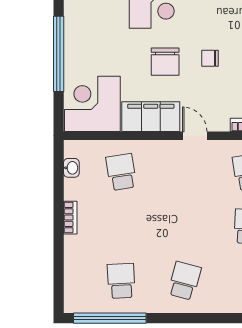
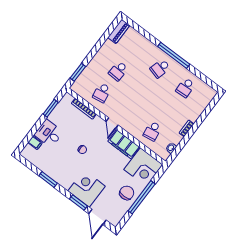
chair: (165, 62) -> (127, 193), moved
window: (110, 318) -> (174, 55), moved

